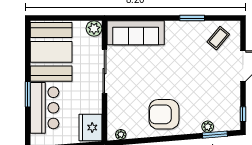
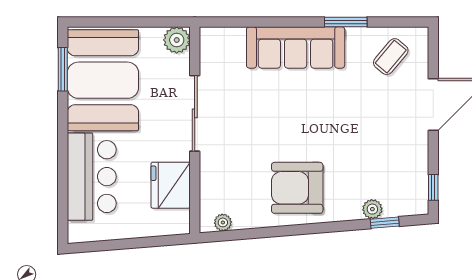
sofa: (136, 33) -> (296, 47), moved
window: (28, 94) -> (63, 69), moved
fridge: (90, 128) -> (171, 185), moved
window: (215, 135) -> (385, 223), width x0.67

